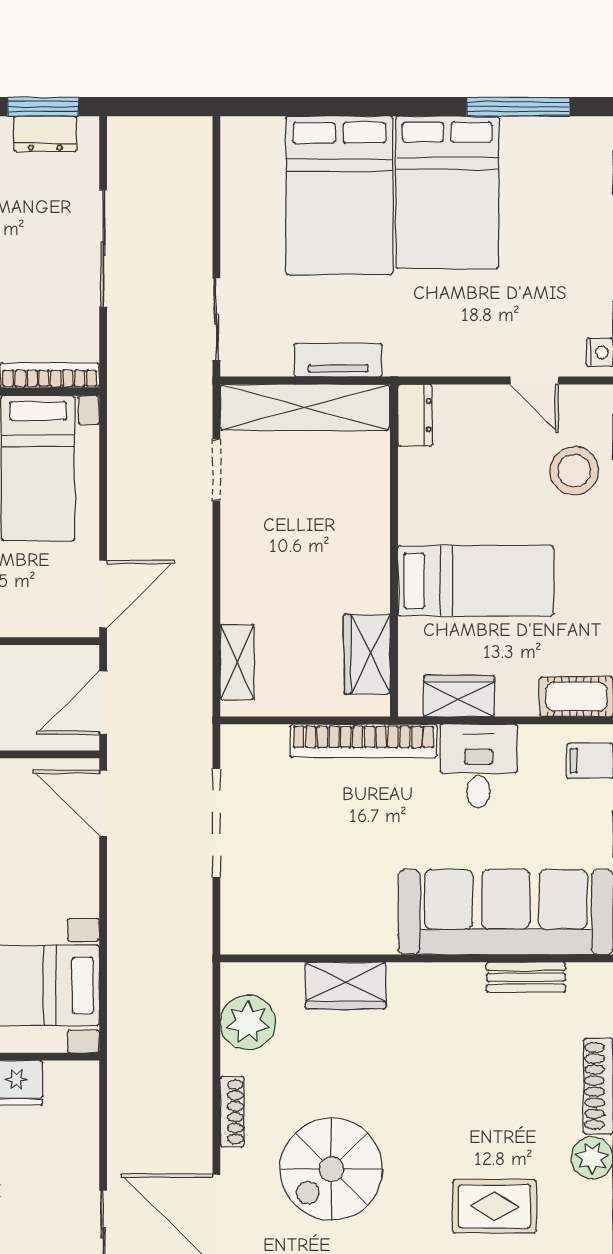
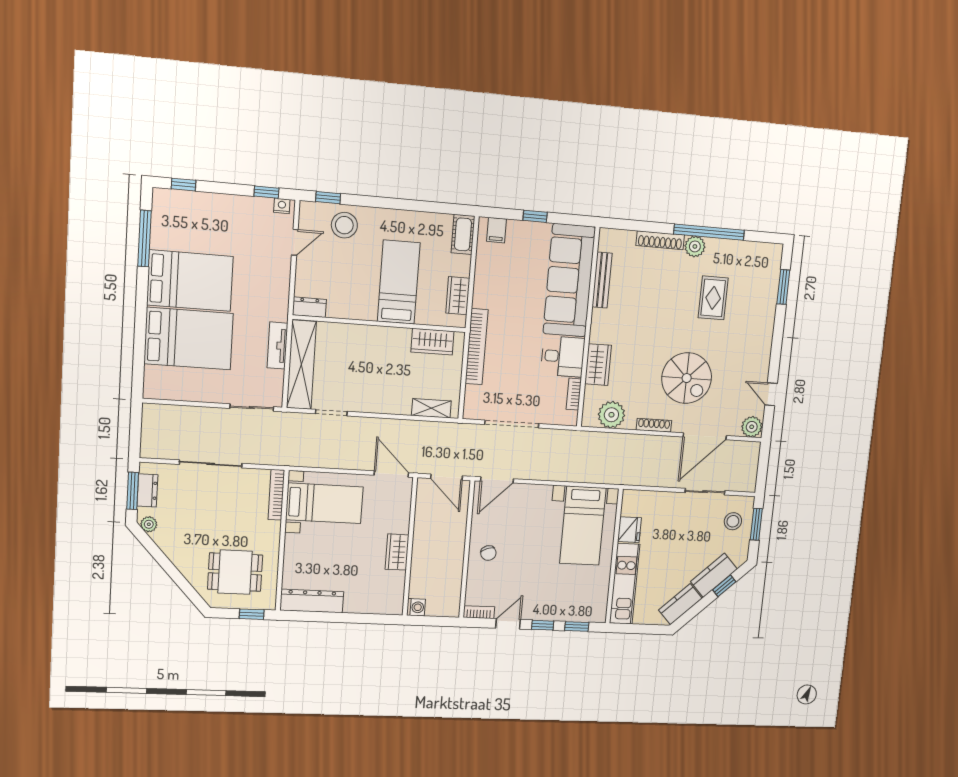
desk: (479, 766) -> (563, 356), moved, turned 180
bookcase: (284, 942) -> (574, 394), added
bench: (526, 977) -> (602, 280), width x1.36

